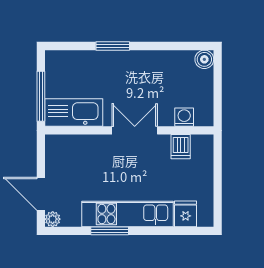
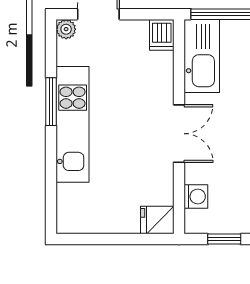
window: (218, 95) -> (224, 239), added
dishwasher: (181, 147) -> (162, 35), moved, turned -90
fridge: (186, 214) -> (157, 220), moved, turned 180

